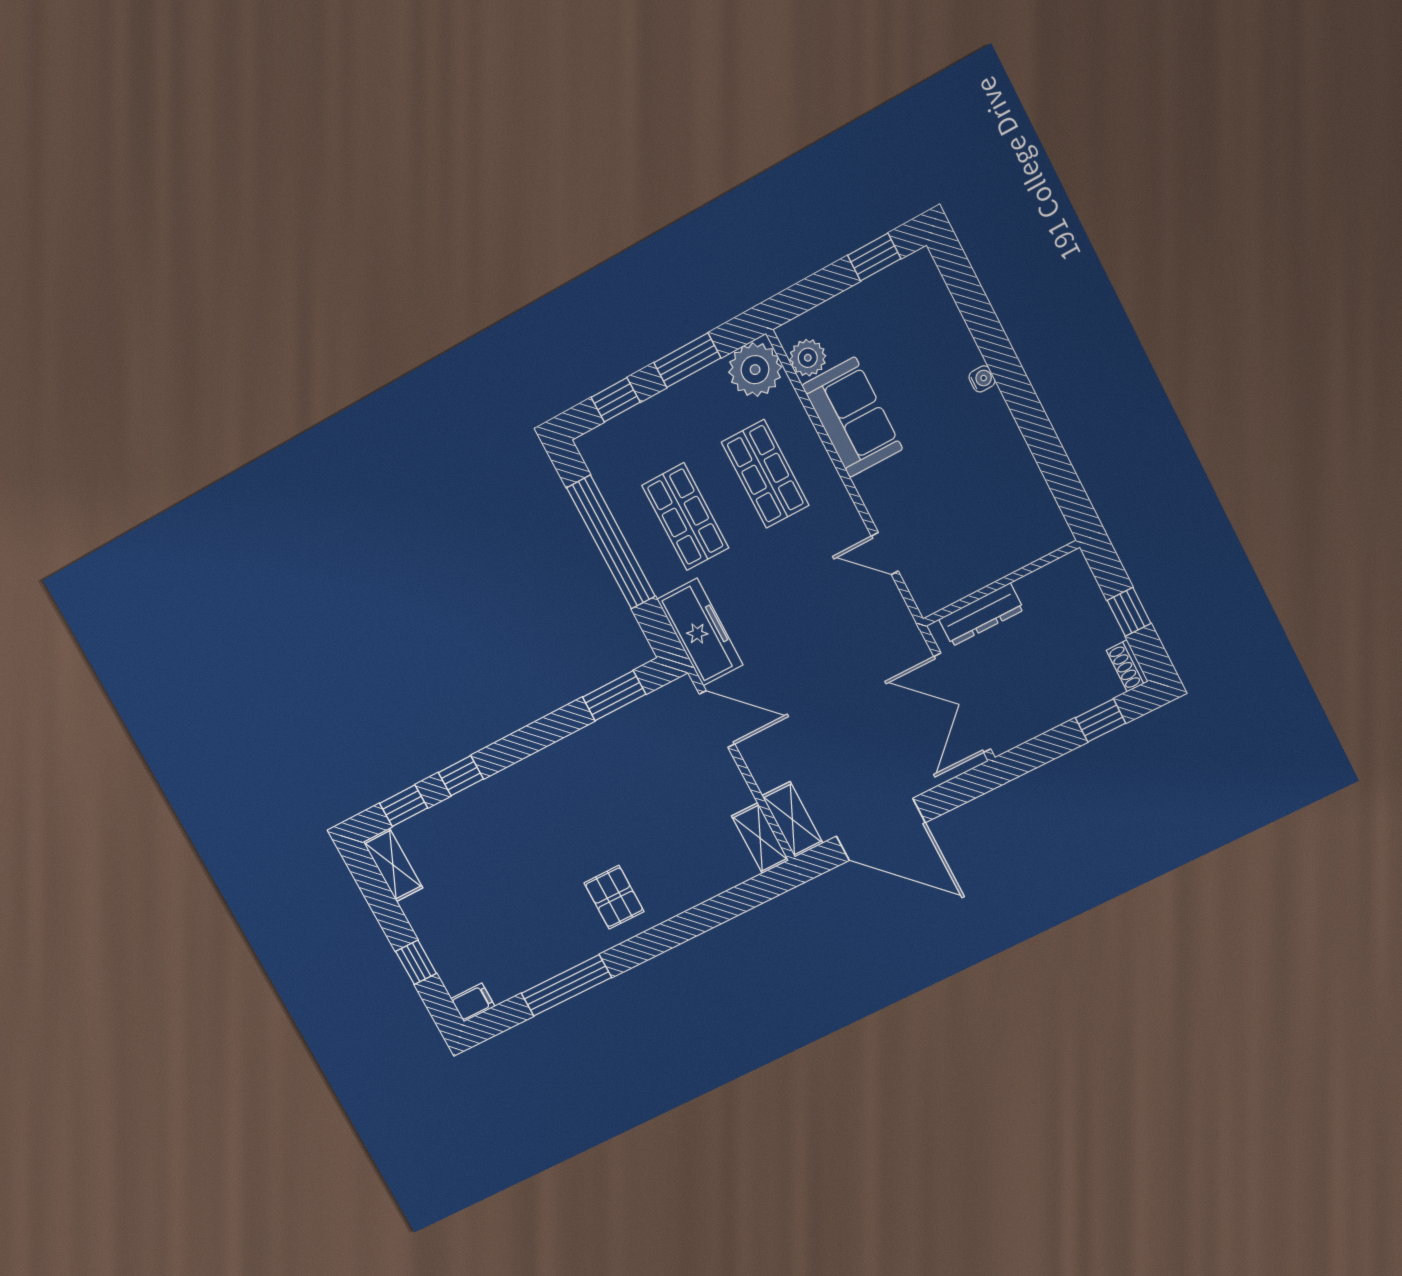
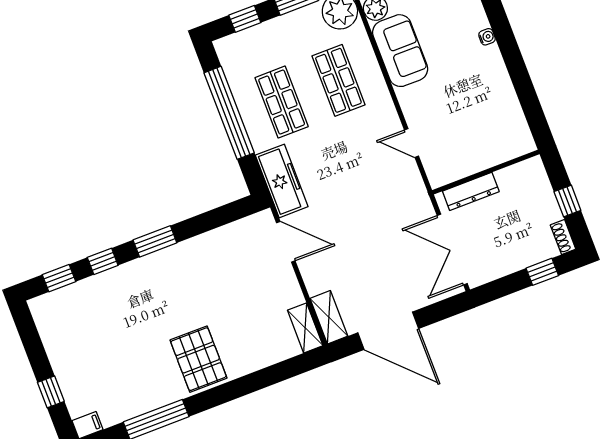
window: (614, 696) -> (155, 241), moved
shelving: (393, 865) -> (45, 319), removed
pallet: (614, 897) -> (198, 359), width x1.50, depth x1.42

